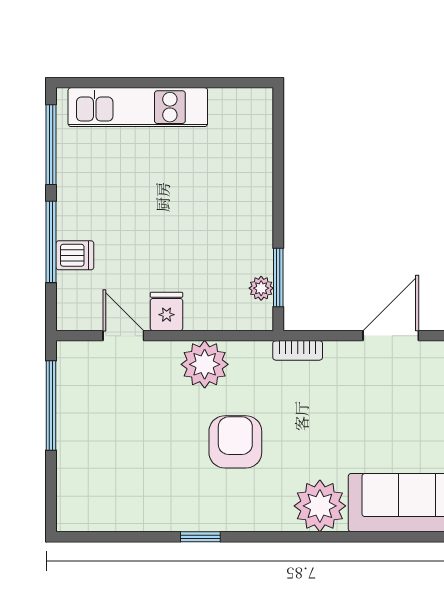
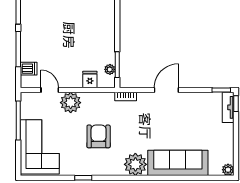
dishwasher: (75, 255) -> (29, 69), moved
fridge: (167, 311) -> (90, 79), moved
plant: (205, 364) -> (71, 103), moved
corner sofa: (101, 466) -> (40, 147), added

